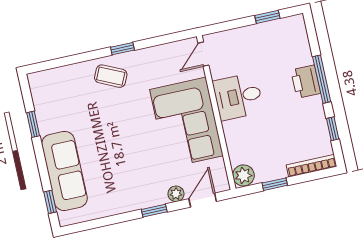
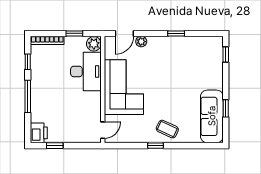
printer: (306, 82) -> (39, 133), moved
desk: (238, 97) -> (86, 71), moved, width x1.37
sofa: (64, 171) -> (212, 116), moved
window: (154, 211) -> (176, 33), moved

